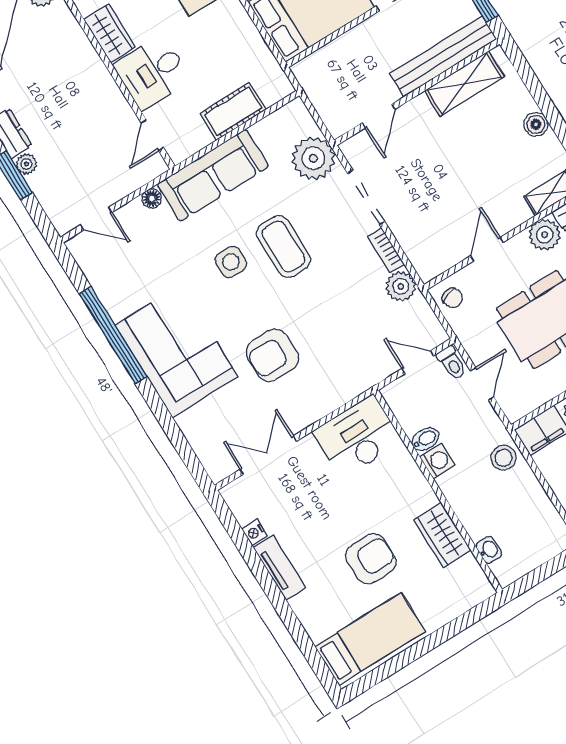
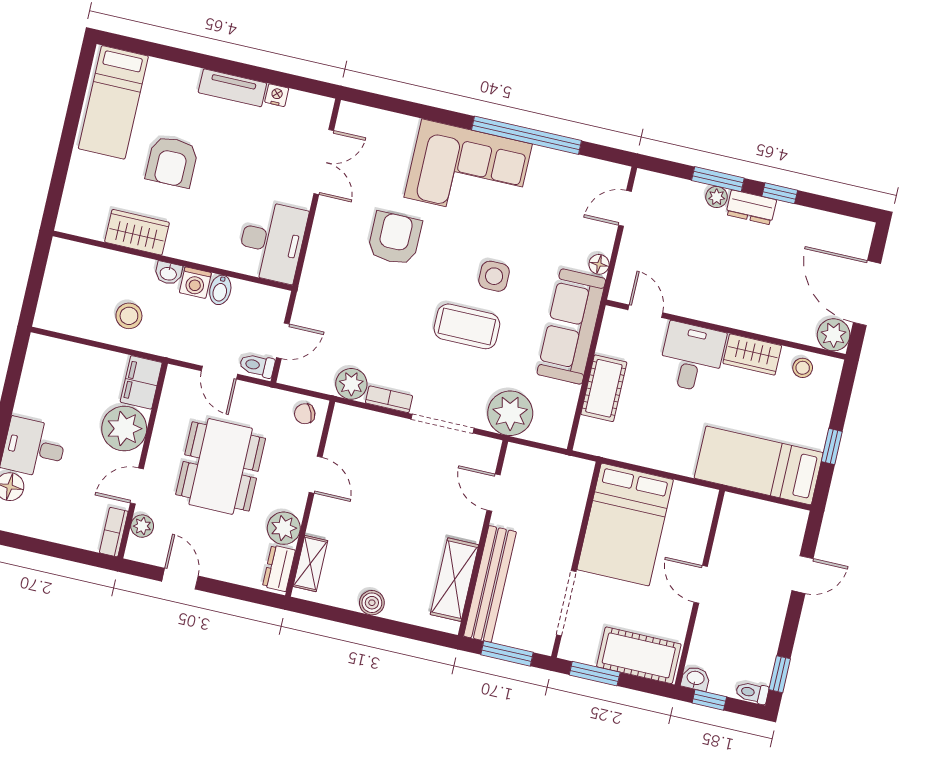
stool: (503, 458) -> (129, 316), moved
washbasin: (489, 550) -> (168, 273), moved

